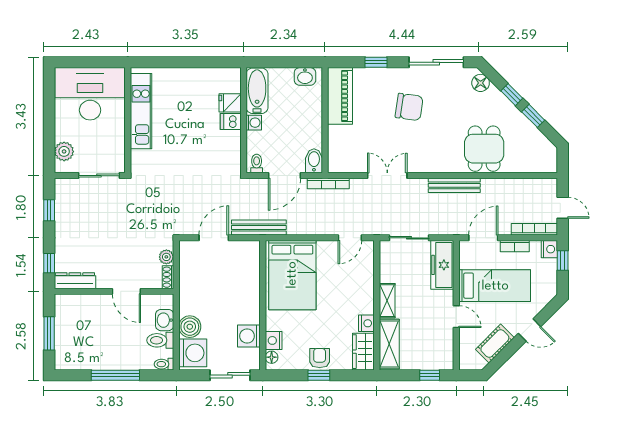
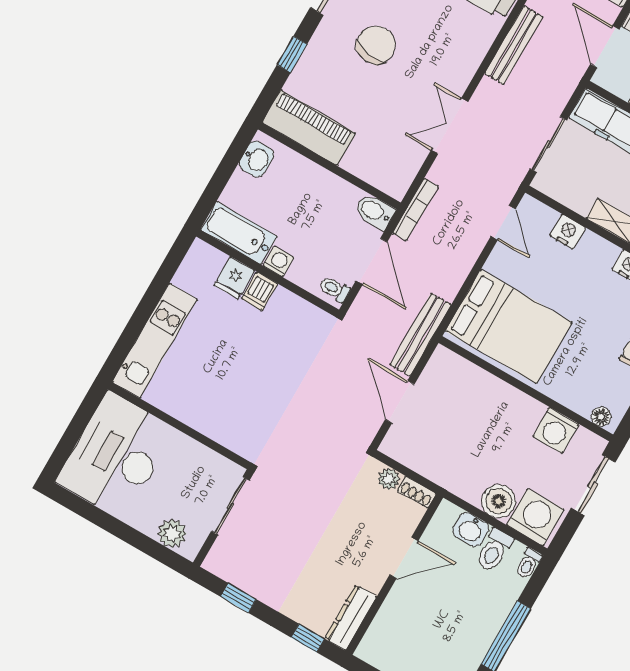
kitchen unit: (141, 111) -> (155, 341), moved, turned 90
nightstand: (274, 340) -> (568, 232), moved, turned 180

